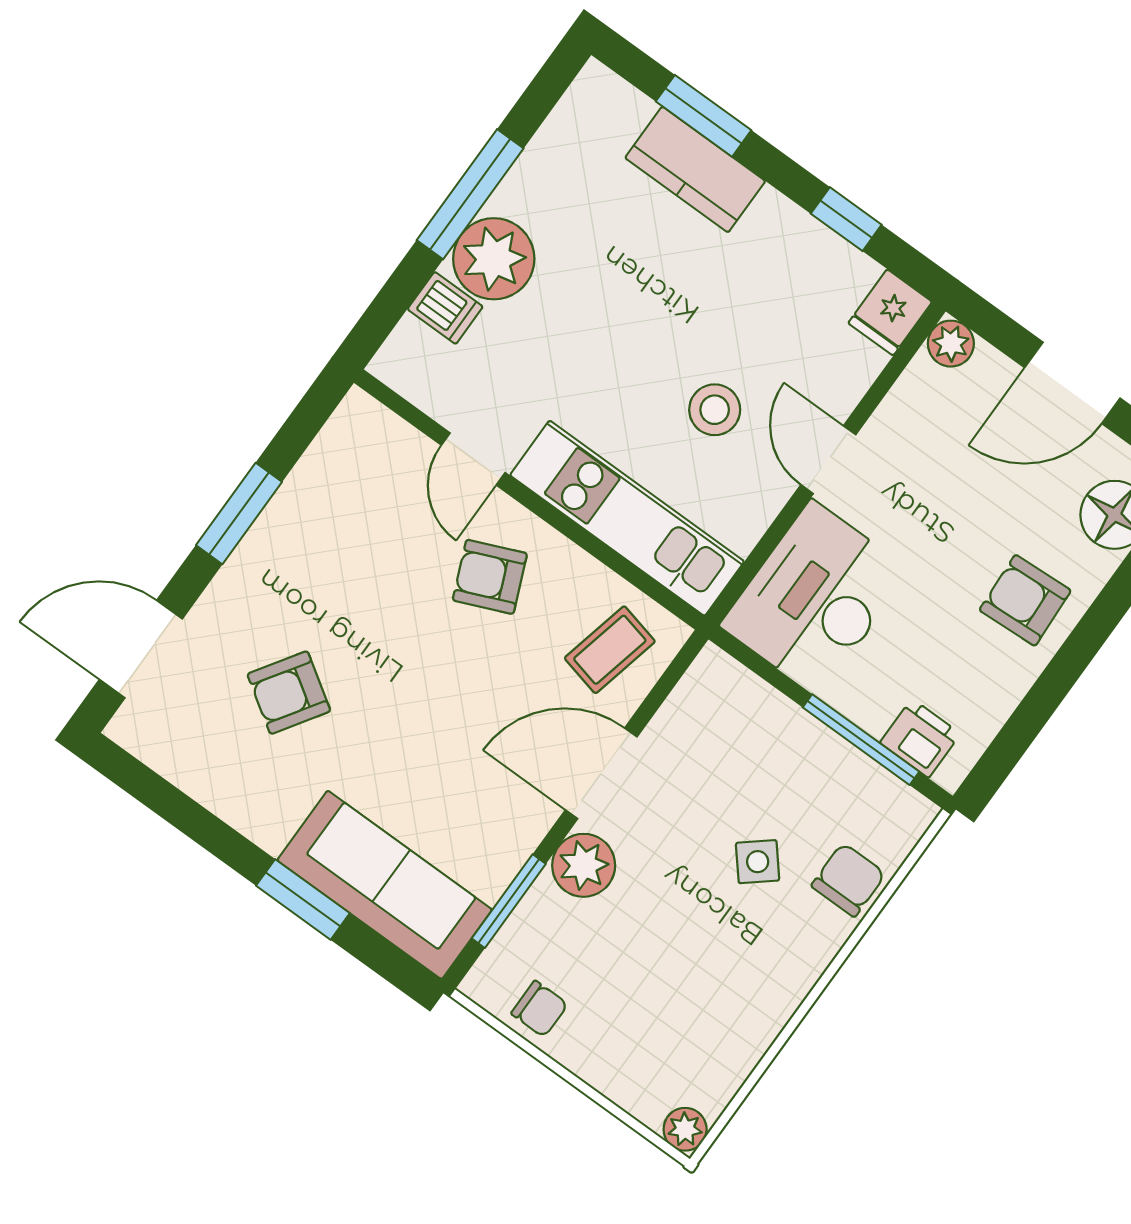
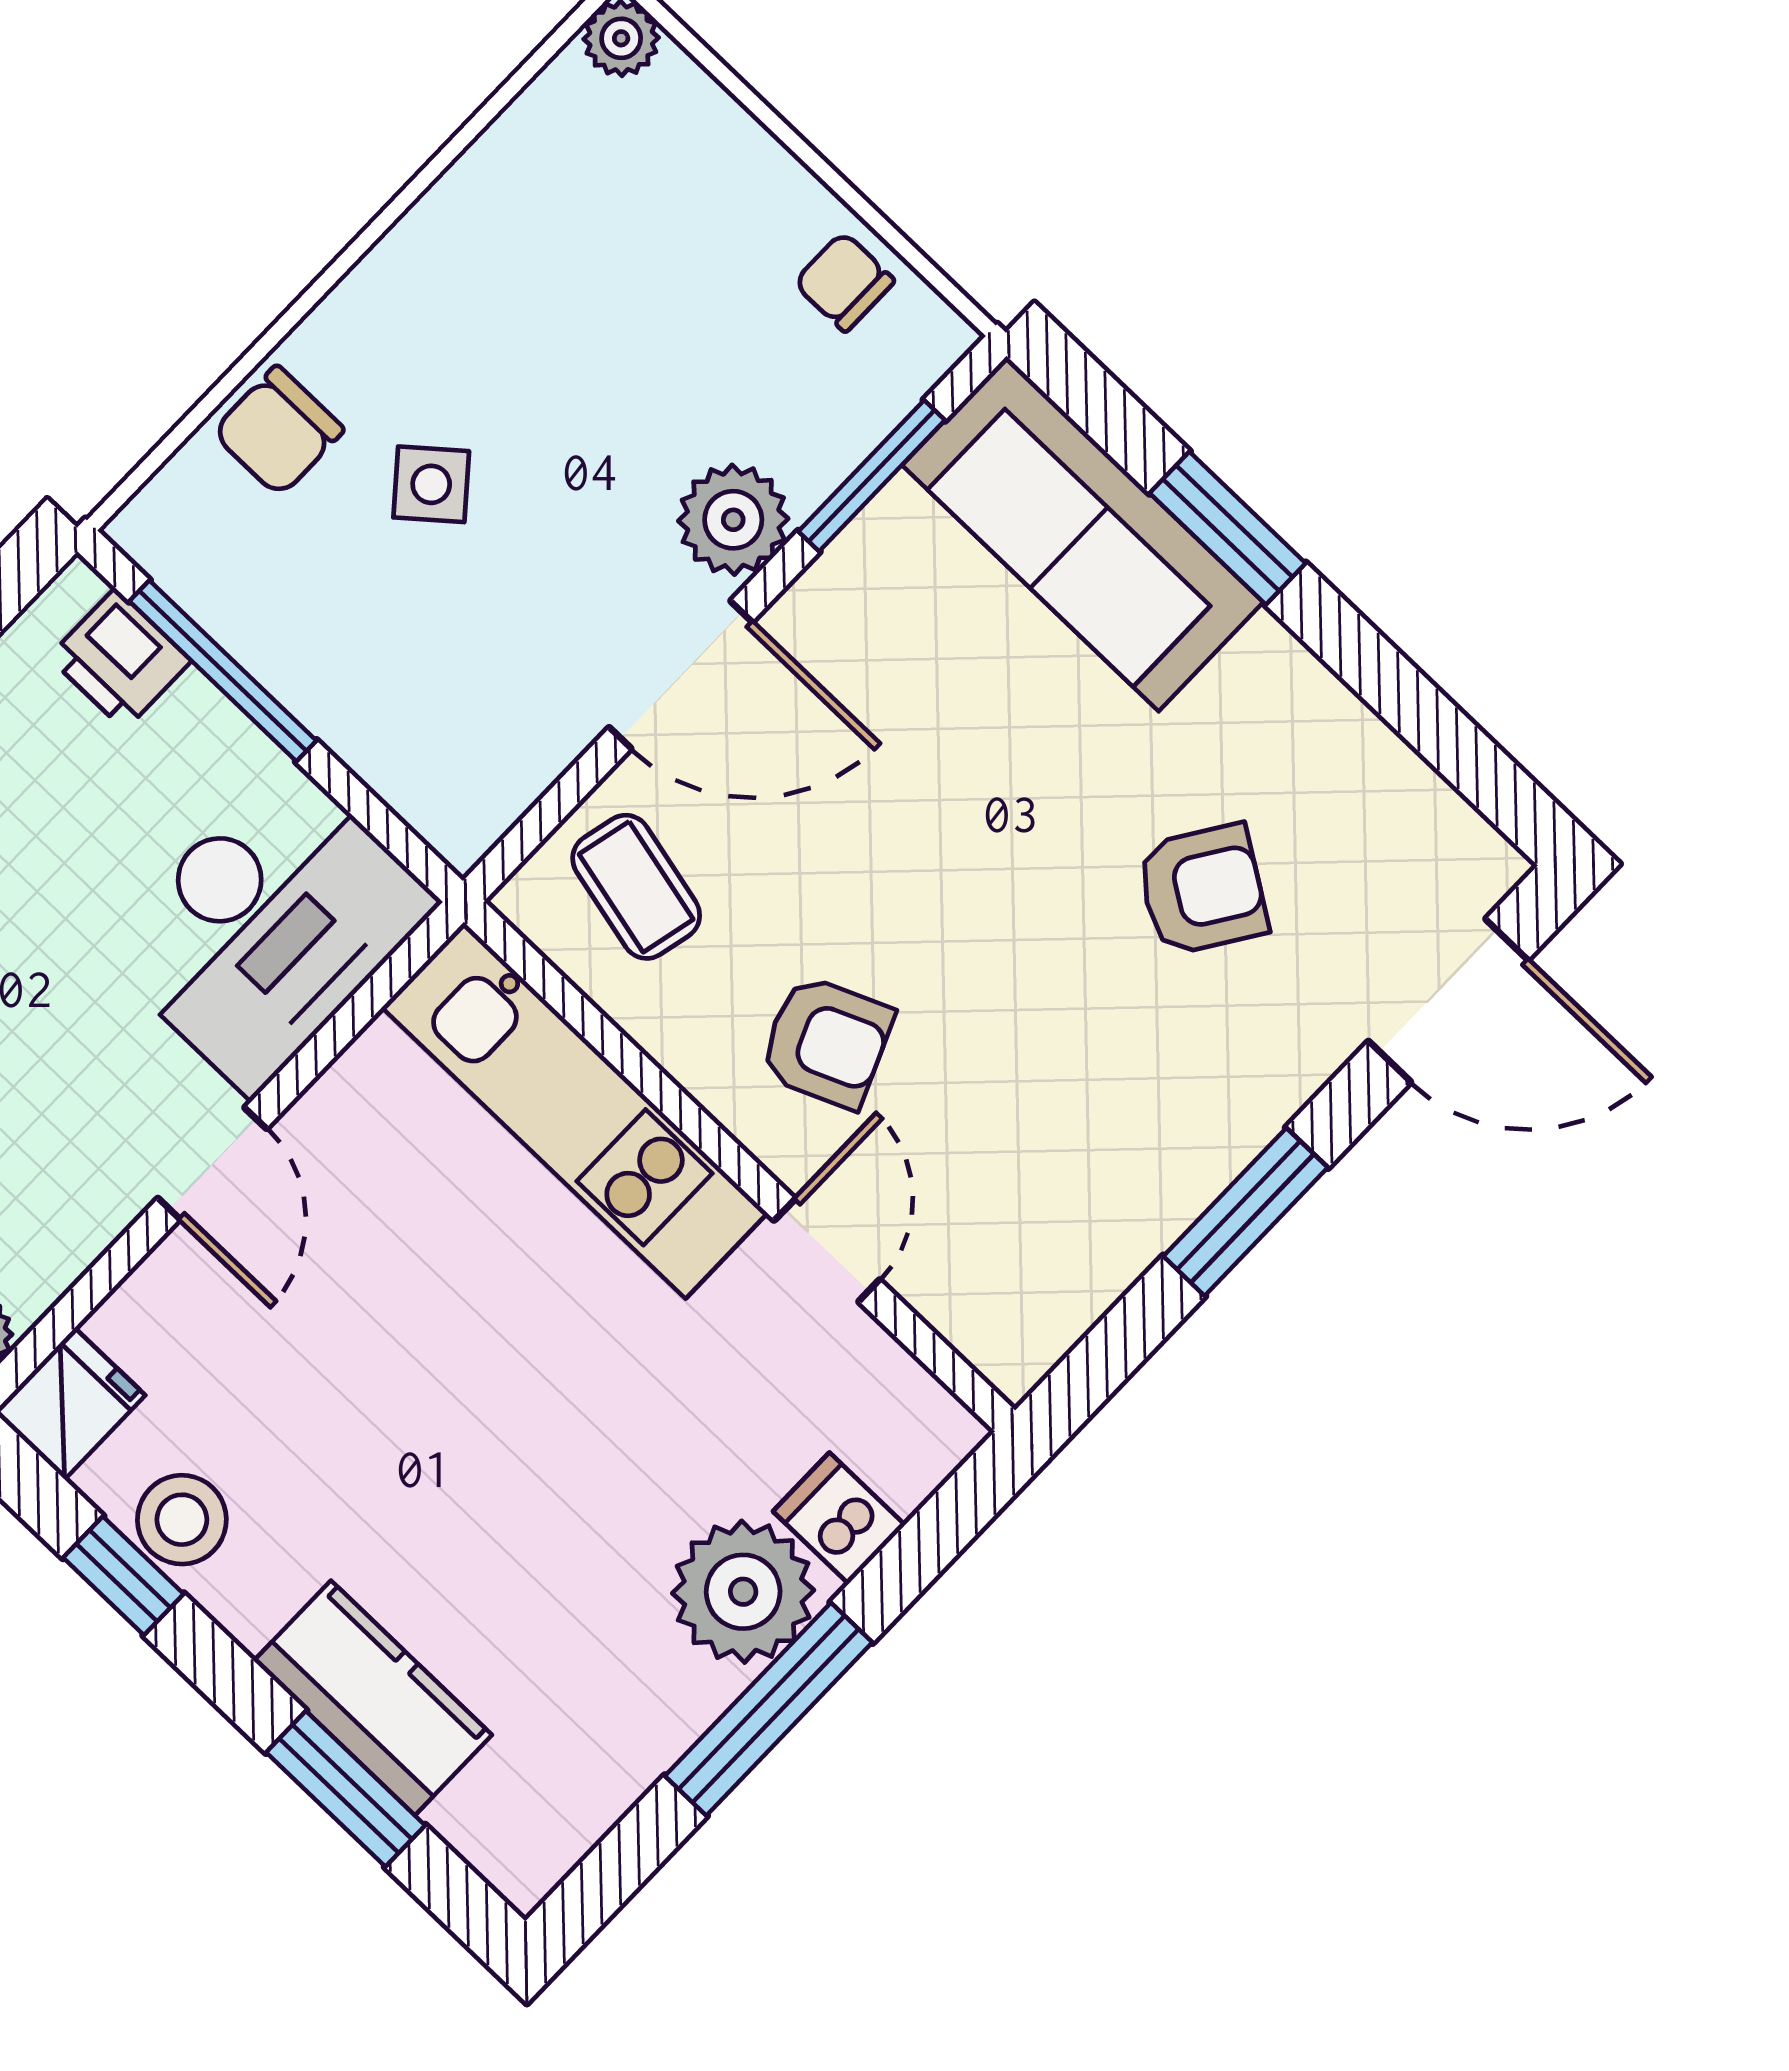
stool: (715, 410) -> (182, 1520), moved
coffee table: (610, 650) -> (636, 887), turned 90

